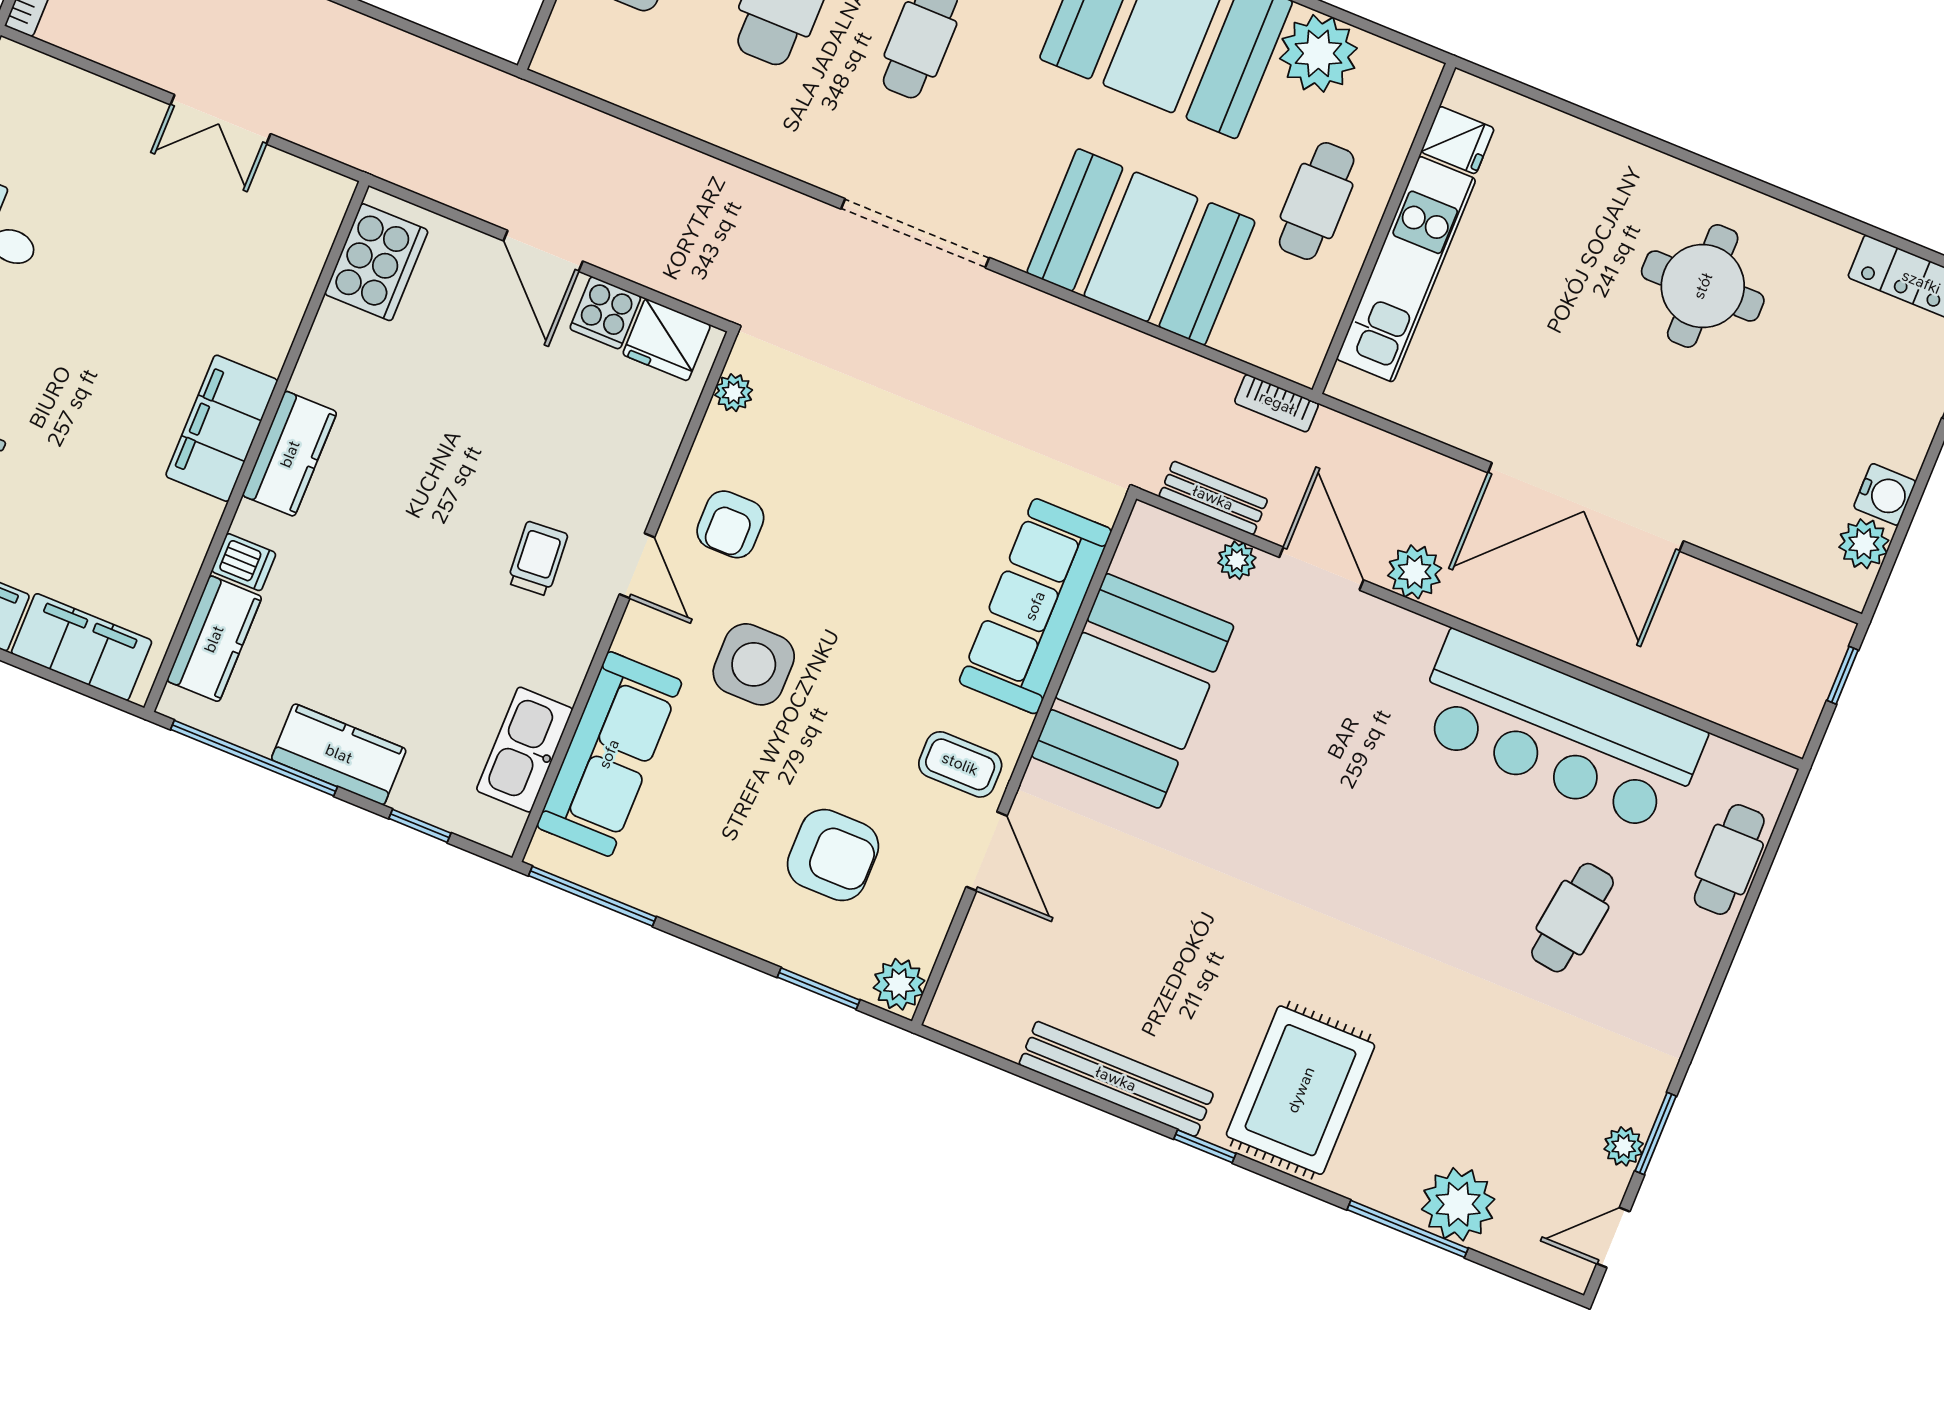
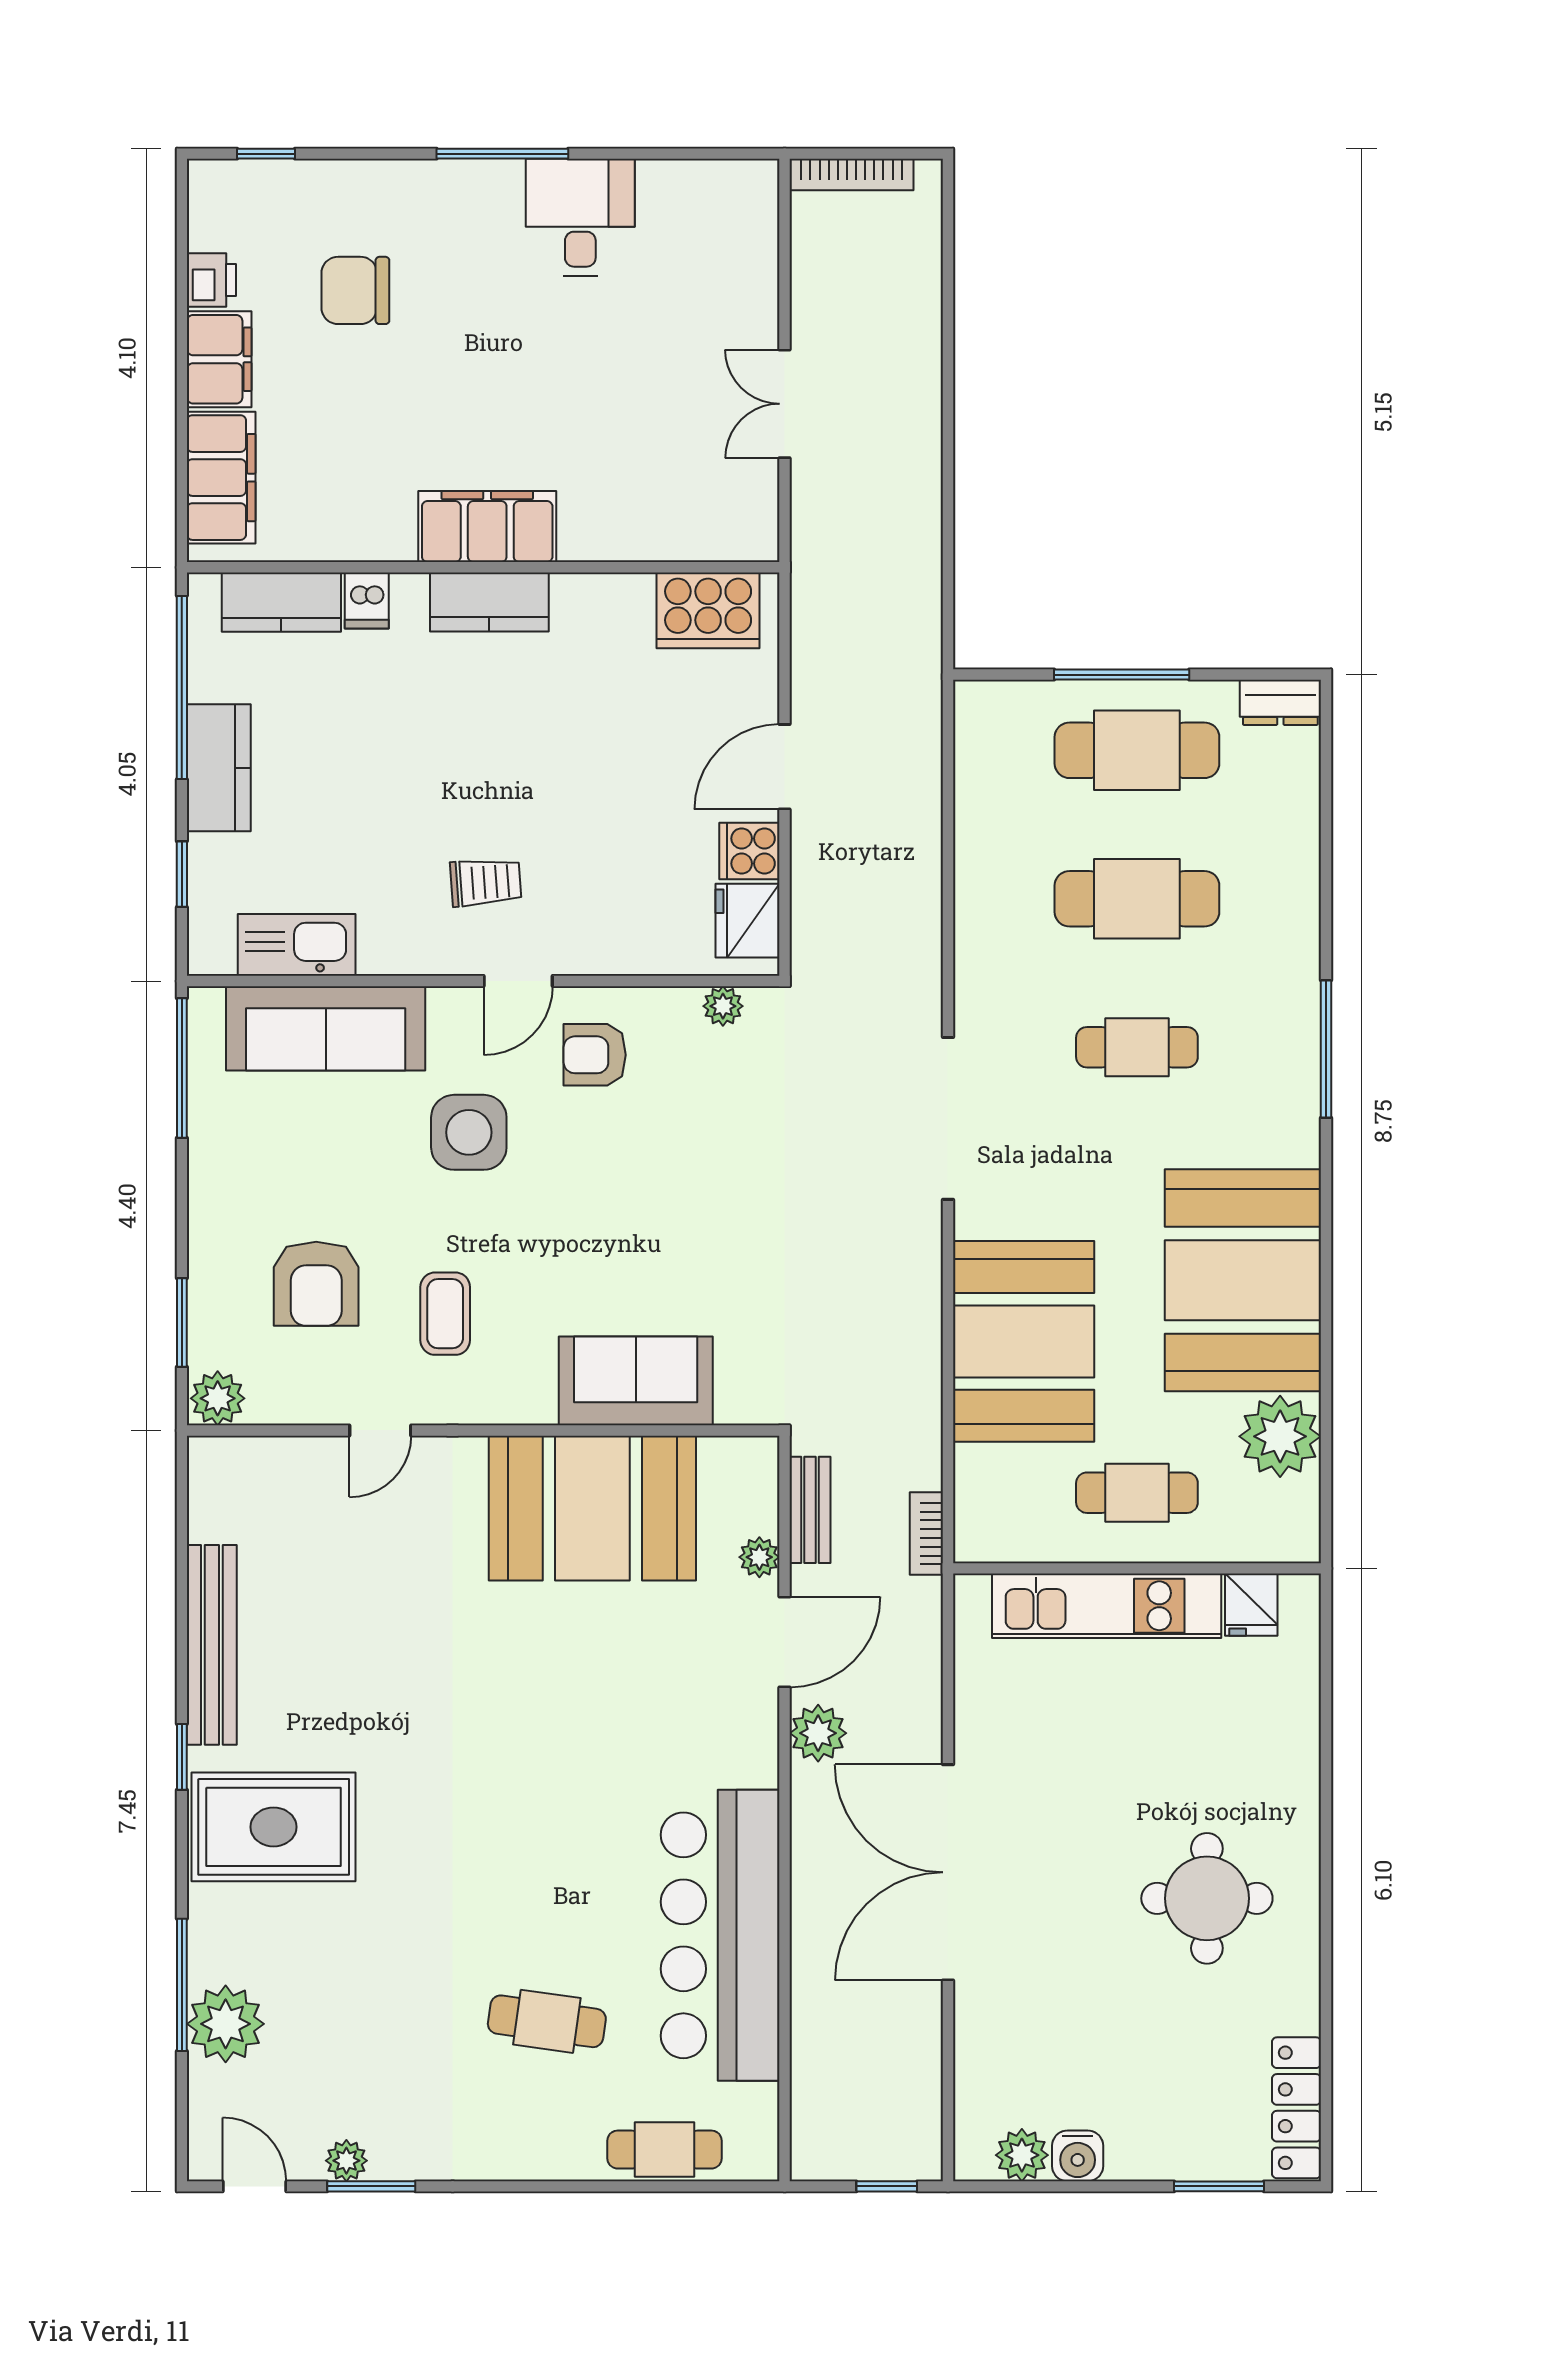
sofa: (1035, 606) -> (636, 1381), width x0.73
coffee table: (960, 764) -> (445, 1314), moved
door: (987, 851) -> (380, 1430), width x0.73

